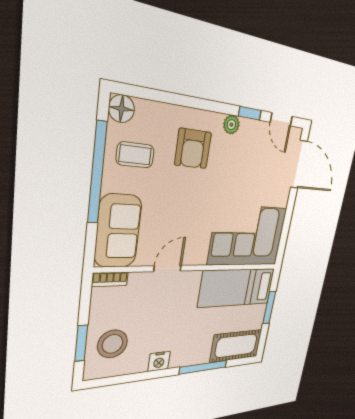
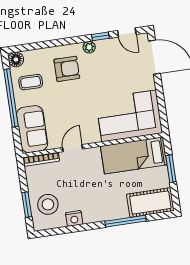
armchair: (193, 149) -> (67, 69), turned -90
bookcase: (110, 279) -> (41, 159), width x1.56
nightstand: (159, 361) -> (74, 218), moved

